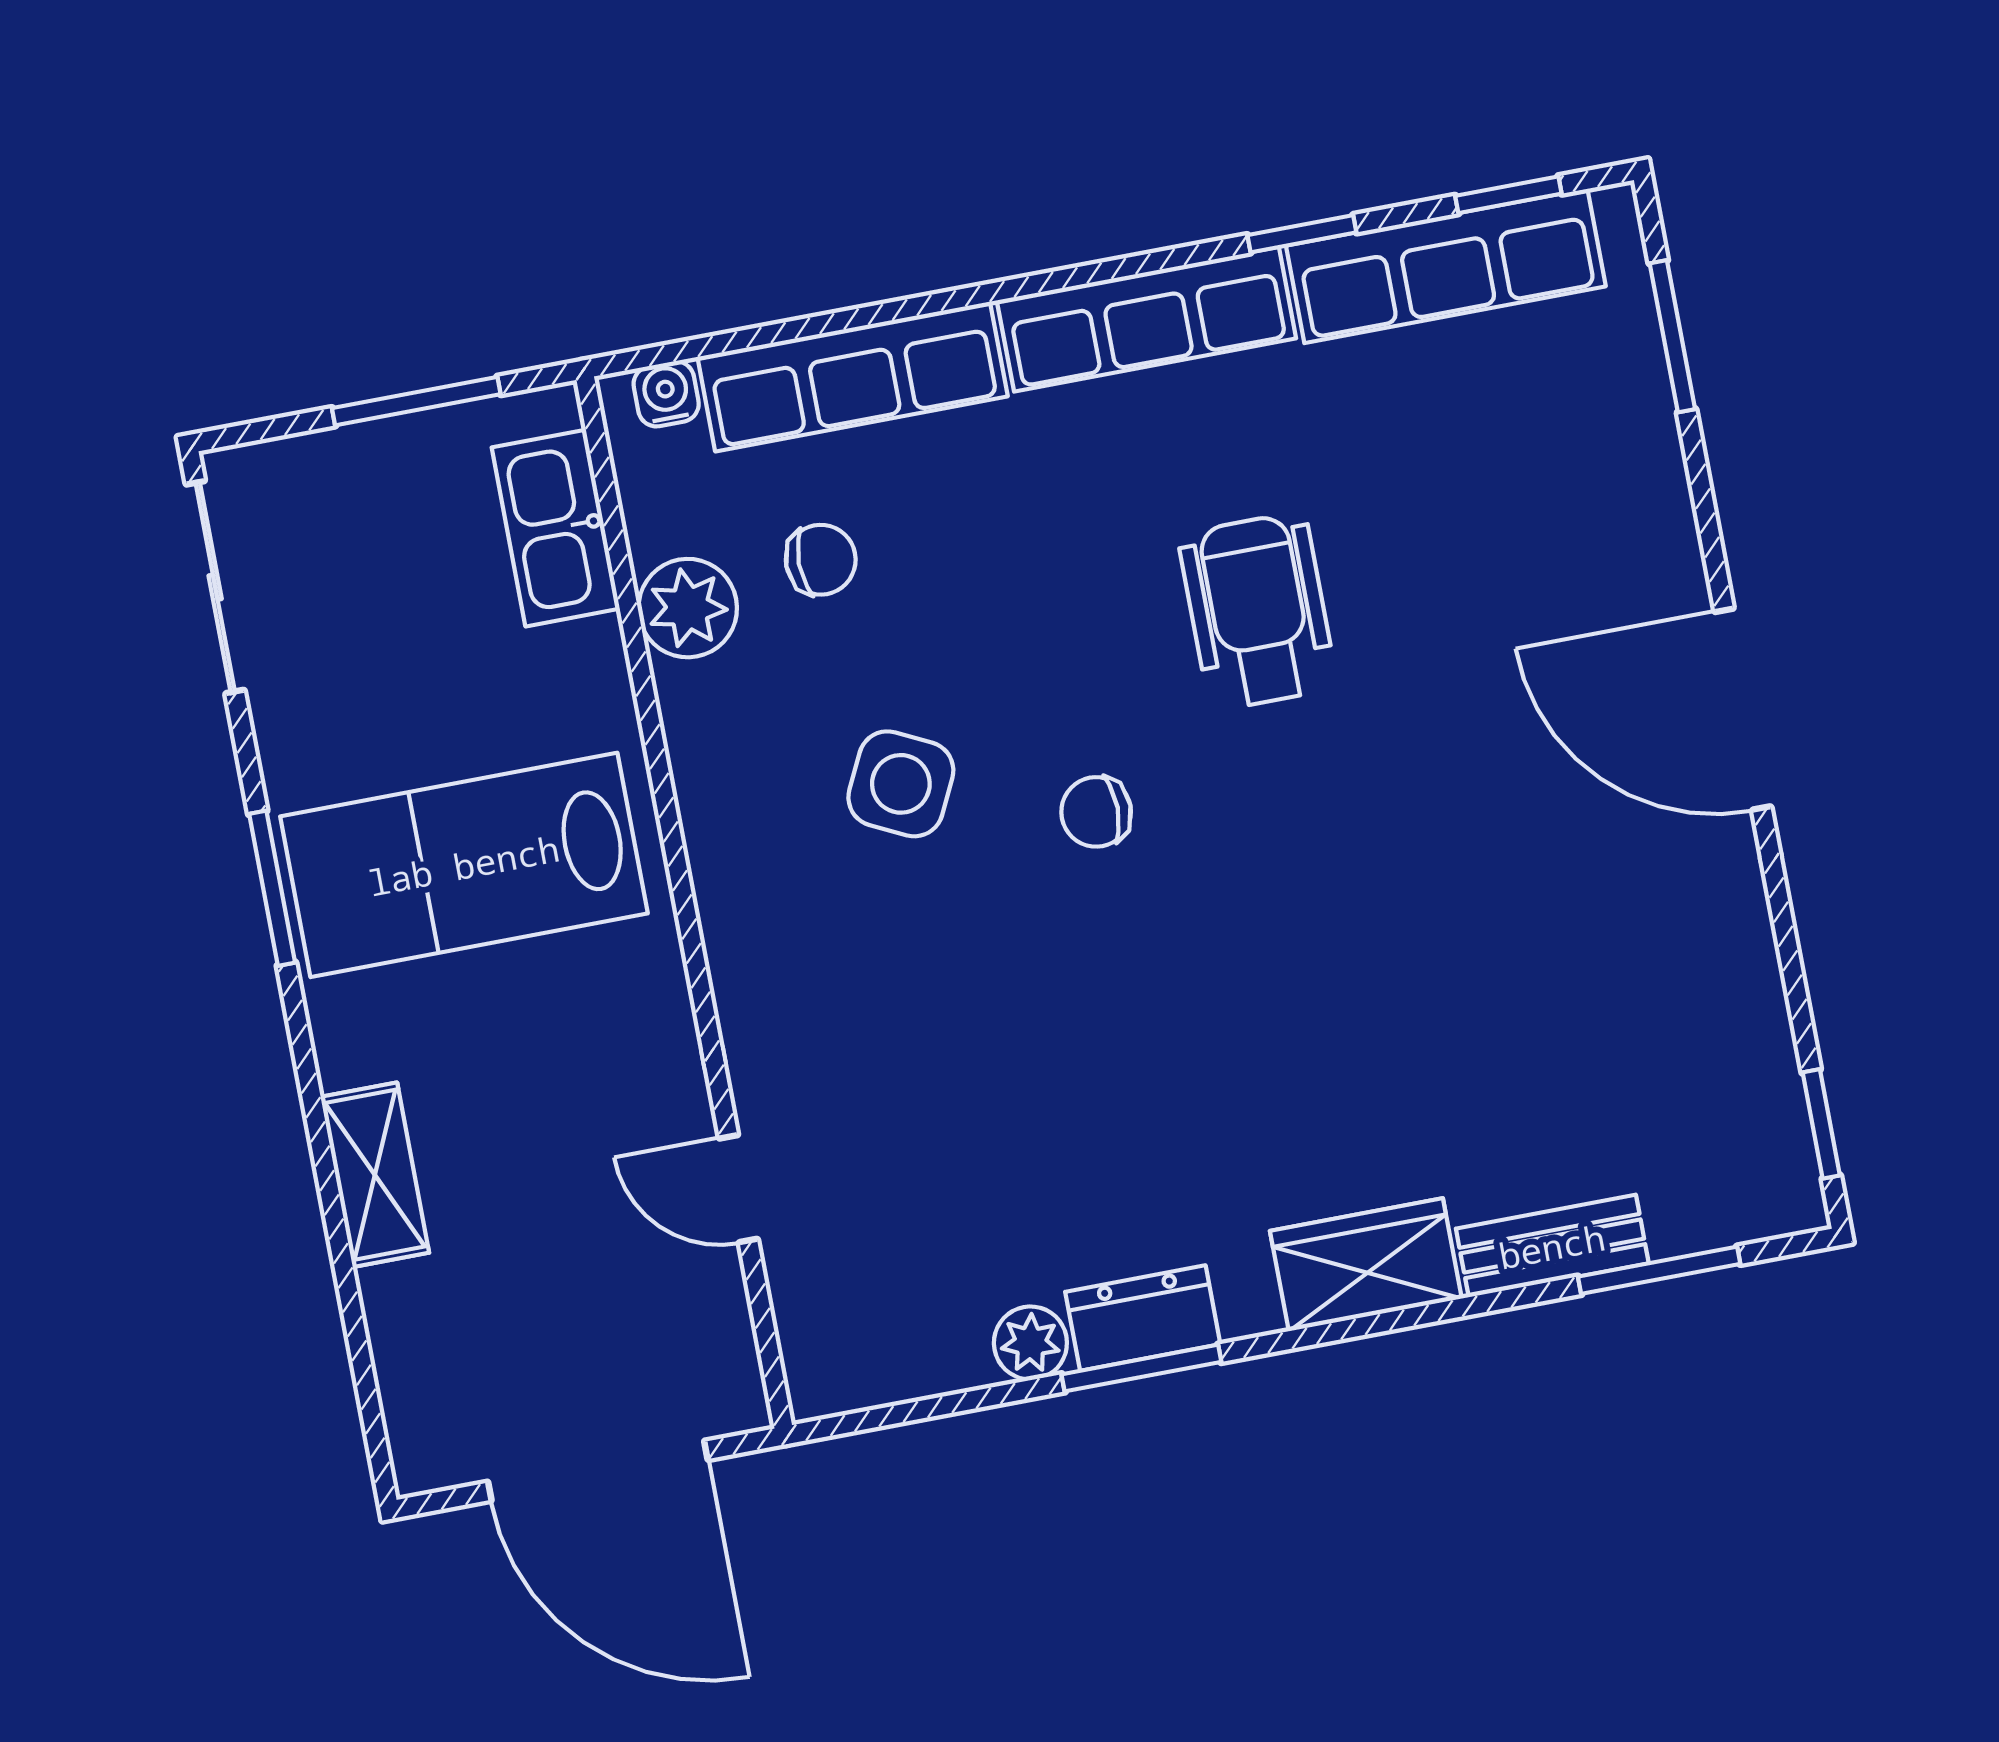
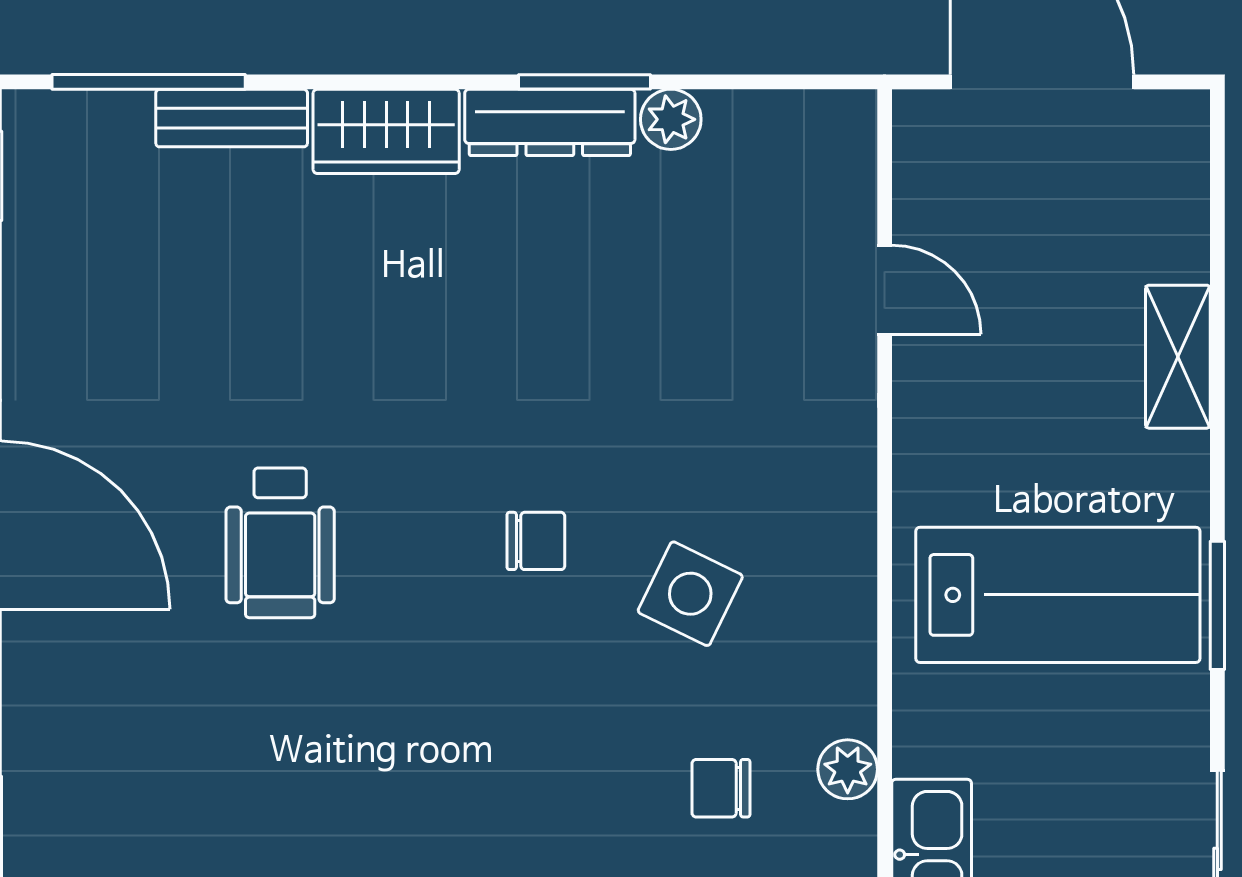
plant: (688, 608) -> (848, 769), width x0.73, depth x0.73
wheelchair: (1258, 611) -> (280, 543), moved
window: (1659, 1270) -> (149, 82), width x1.44
dresser: (1143, 1318) -> (550, 122), width x1.44

